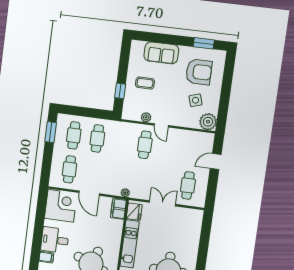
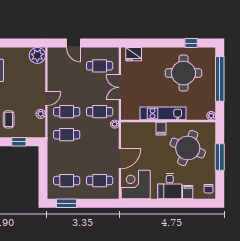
side table: (195, 100) -> (19, 70), removed
cafe table: (97, 139) -> (67, 135), moved
cafe table: (140, 179) -> (100, 112), added
filing cabinet: (118, 209) -> (161, 129), moved, width x0.50
fridge: (134, 212) -> (134, 54), moved, turned 180

